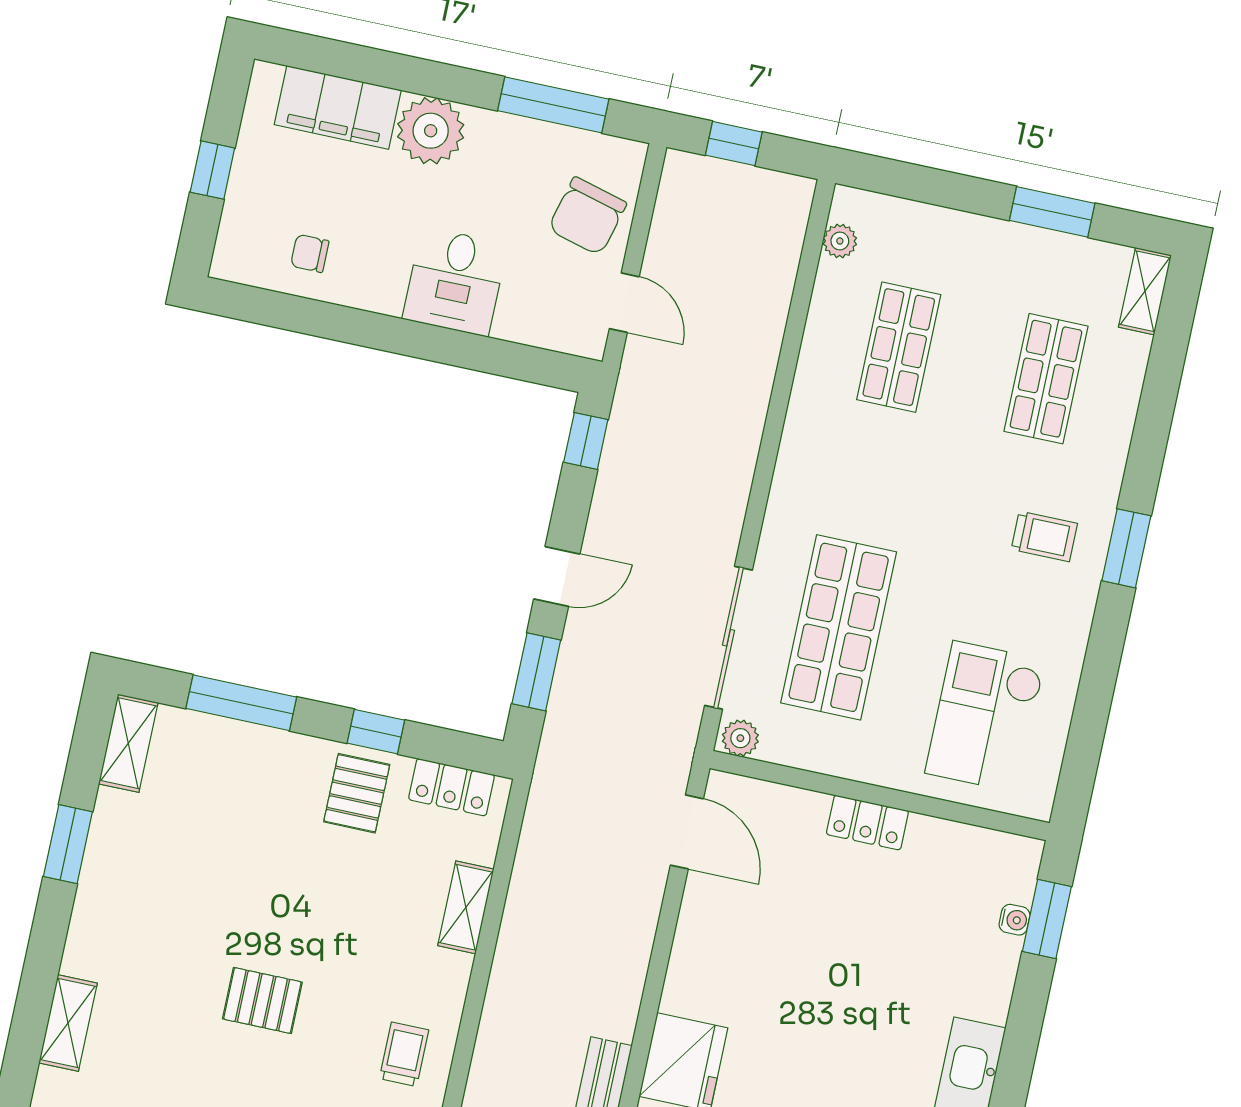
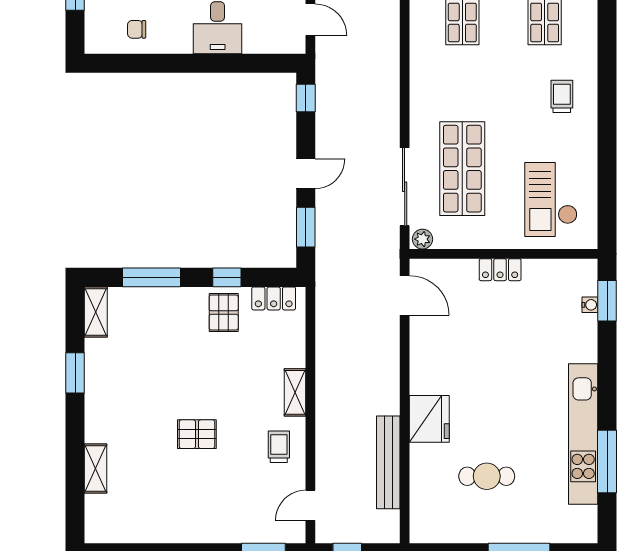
trolley: (1044, 536) -> (562, 96), turned -90
window: (1126, 548) -> (607, 93), removed
shelving: (466, 907) -> (295, 392), moved

